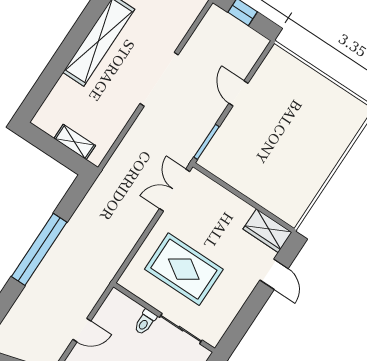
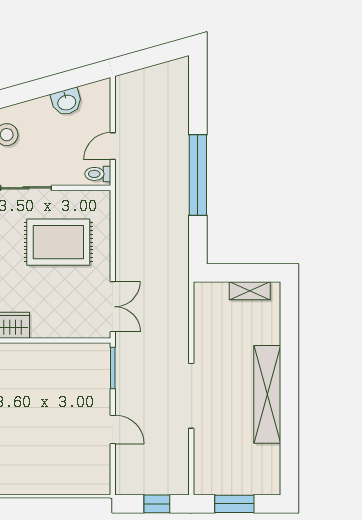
shelving: (75, 142) -> (250, 291), moved
toilet: (145, 322) -> (98, 174), moved, turned -90
door: (82, 330) -> (113, 146), moved

